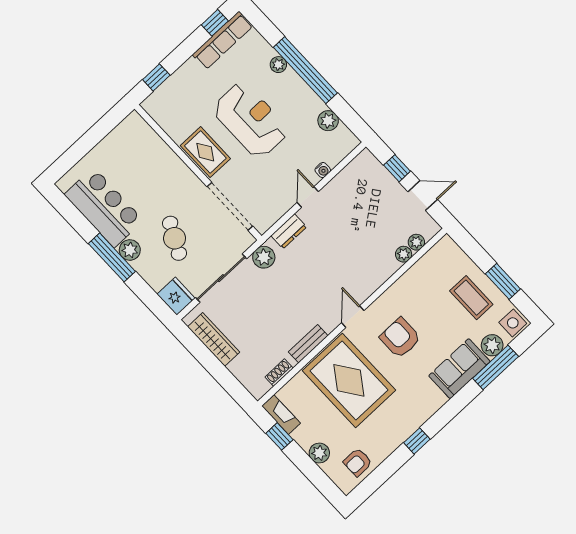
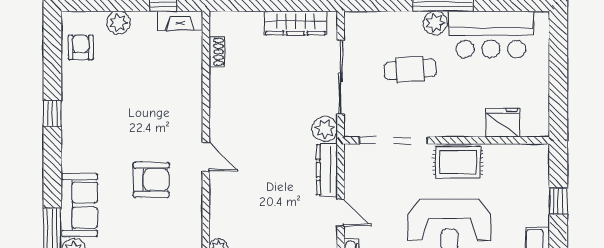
window: (156, 77) -> (558, 201), moved
dresser: (289, 231) -> (327, 170), width x1.44
cafe table: (175, 238) -> (410, 69), turned -31
fridge: (176, 296) -> (503, 123), moved, turned 180
bench: (308, 344) -> (218, 98), removed
rug: (349, 380) -> (156, 104), removed

